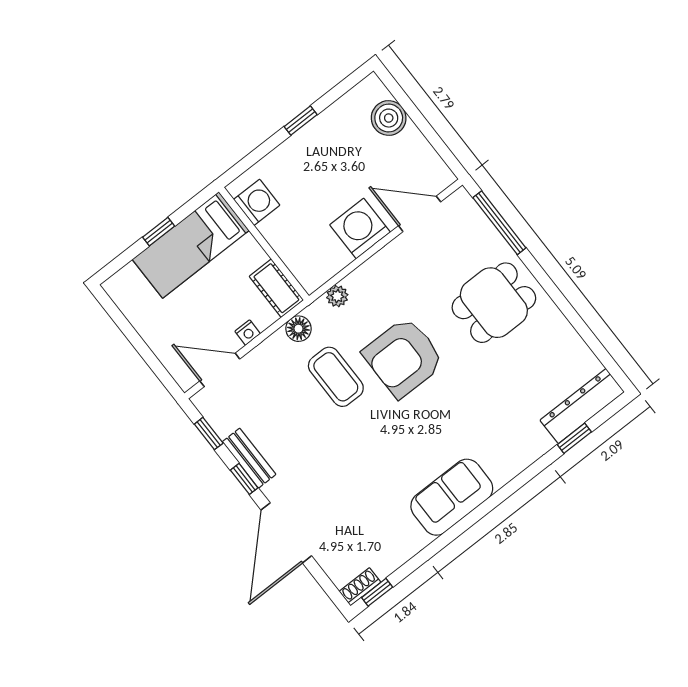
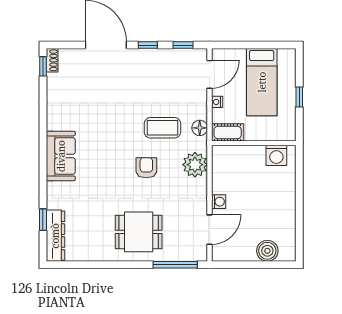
window: (301, 121) -> (299, 207), removed
washing machine: (360, 229) -> (219, 202), width x0.53, depth x0.53
bed: (191, 245) -> (262, 82), moved, turned 180
plant: (337, 296) -> (195, 165), width x1.88, depth x1.88
dining table: (494, 303) -> (139, 232), turned 90
armchair: (403, 357) -> (146, 168), width x0.53, depth x0.53
bench: (249, 458) -> (156, 55), removed
sofa: (452, 497) -> (61, 156), moved

